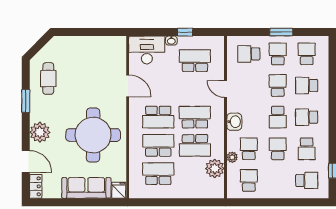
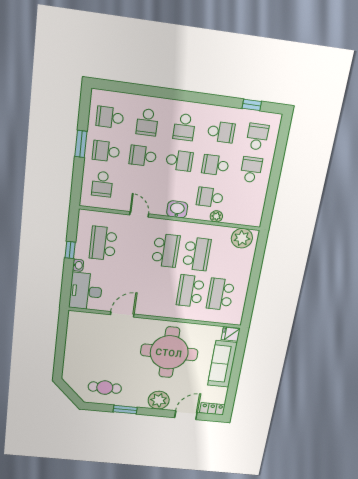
door: (226, 89) -> (139, 214), swing flipped
school desk: (158, 117) -> (160, 288), removed
school desk: (195, 117) -> (166, 250), turned 180
plant: (215, 168) -> (242, 238), moved
school desk: (249, 180) -> (251, 170), moved, turned 90

